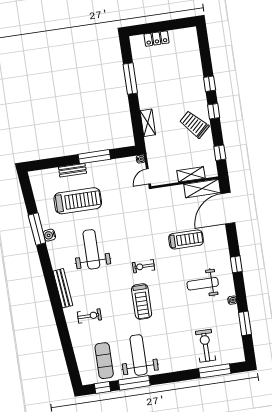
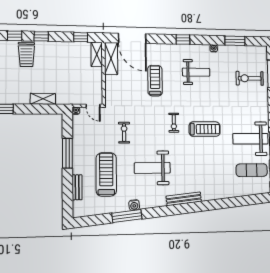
trolley: (194, 124) -> (26, 55), moved, turned -47
bench: (72, 170) -> (77, 187), moved
shelving: (191, 174) -> (97, 54), moved
weight bench: (203, 284) -> (196, 72), turned -90
exercise bike: (89, 316) -> (124, 133), moved

